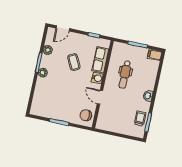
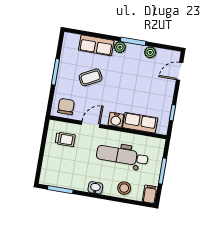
door: (63, 28) -> (180, 71), hinge flipped
coffee table: (74, 62) -> (91, 77), moved
dental chair: (125, 74) -> (122, 156), width x1.36, depth x1.38
stool: (149, 74) -> (124, 188), added
row of seats: (40, 90) -> (96, 45), added
trolley: (140, 119) -> (65, 139), moved

